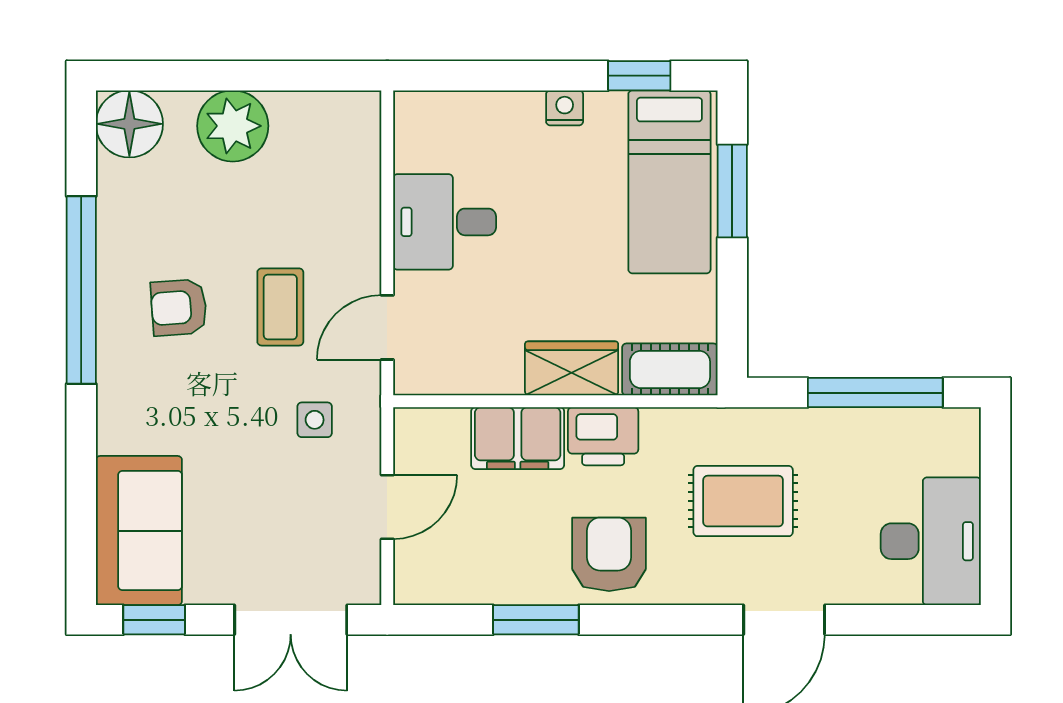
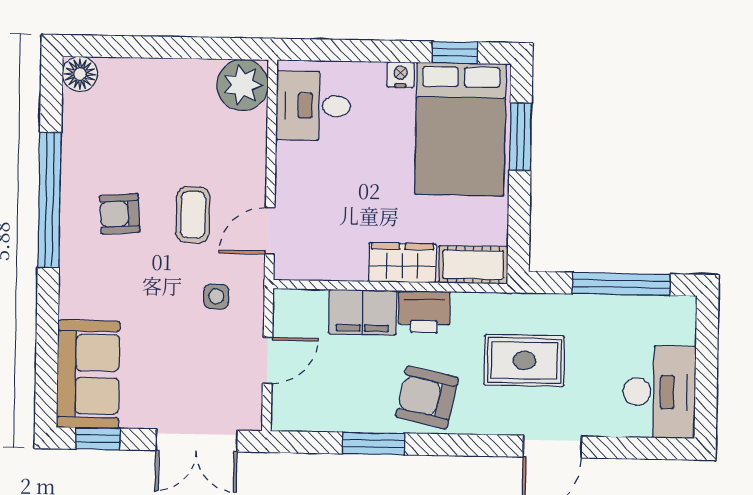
floor lamp: (129, 124) -> (80, 74), width x0.73, depth x0.73
plant: (233, 126) -> (242, 85), moved
bed: (669, 182) -> (460, 129), width x1.50
desk: (445, 222) -> (313, 106), moved
armchair: (609, 554) -> (427, 397), turned -78

